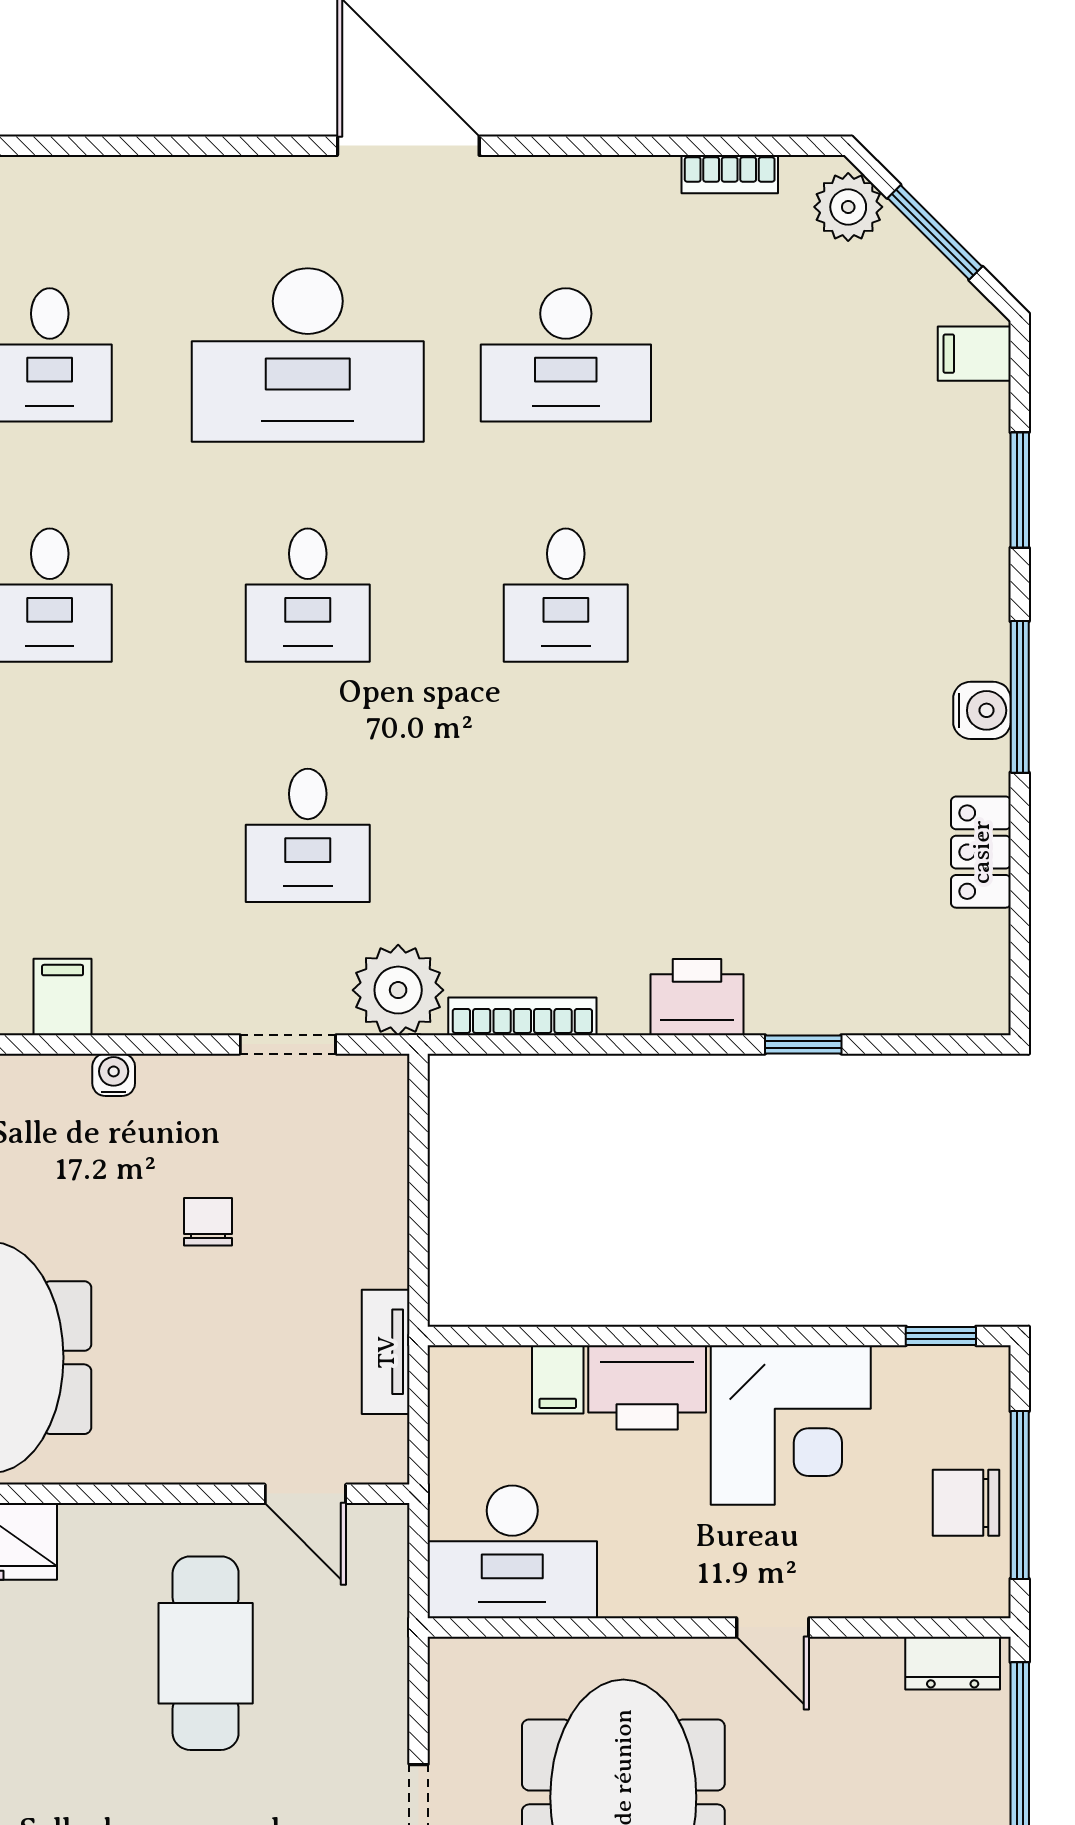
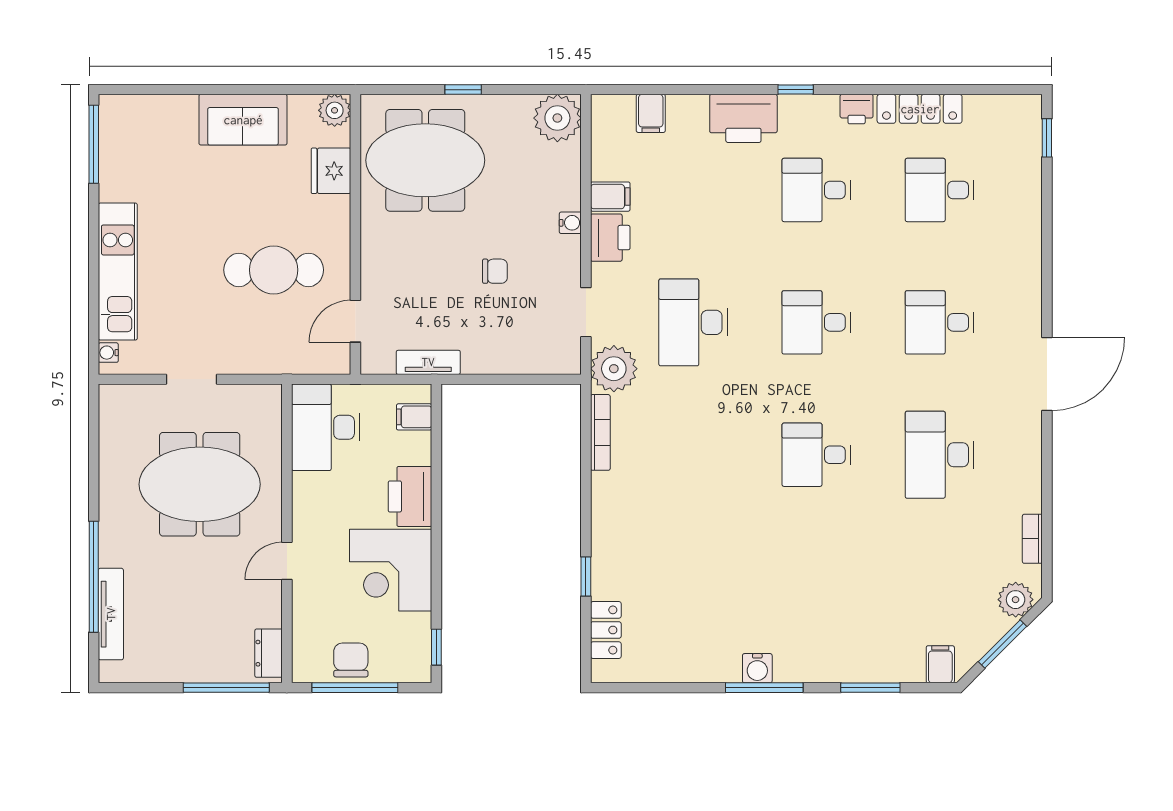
desk: (308, 355) -> (940, 322), width x0.53, depth x0.77
desk: (308, 835) -> (693, 322), width x1.37
locker: (981, 852) -> (606, 630), moved, turned 90
printer: (697, 997) -> (610, 238), moved
filing cabinet: (558, 1379) -> (414, 417), moved

